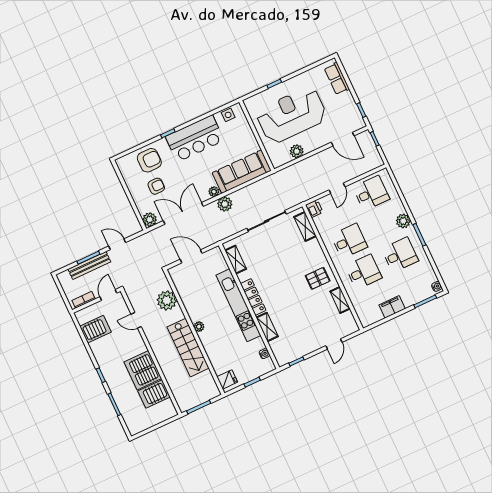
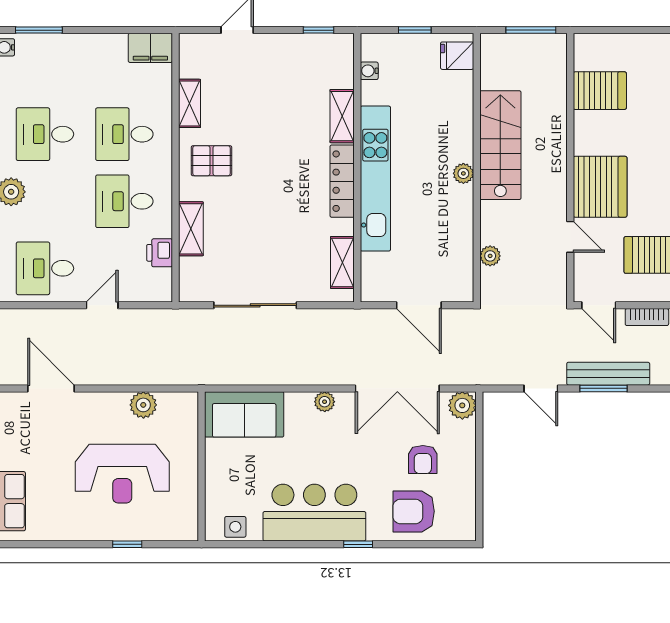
reception desk: (292, 115) -> (122, 474), width x0.74, depth x0.77
sofa: (242, 172) -> (244, 414), width x0.73
armchair: (156, 186) -> (423, 460), turned -90
plant: (225, 204) -> (315, 371), removed
printer: (314, 209) -> (160, 253), moved
shelving: (305, 227) -> (191, 229), moved
door: (108, 295) -> (599, 305), hinge flipped
plant: (167, 300) -> (490, 256), width x0.53, depth x0.53
filing cabinet: (392, 307) -> (150, 48), moved
server rack: (143, 370) -> (600, 187), moved

